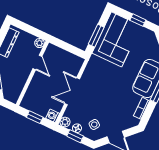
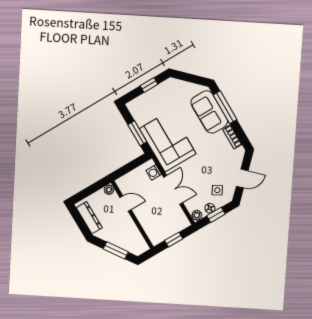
corner sofa: (117, 39) -> (168, 141), moved
double door: (72, 91) -> (173, 190), swing flipped
washing machine: (53, 116) -> (154, 172), moved

